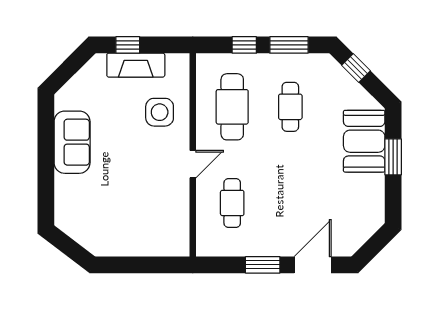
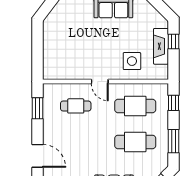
window: (244, 45) -> (174, 103), moved
cafe table: (290, 107) -> (135, 142), width x1.37, depth x1.35
window: (263, 265) -> (37, 108), moved

